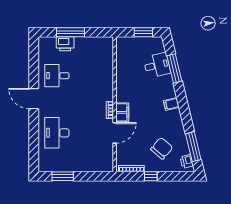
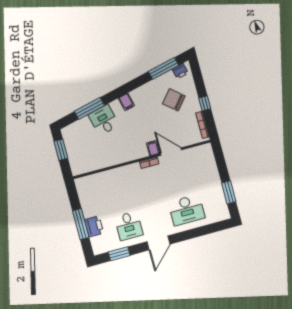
window: (34, 60) -> (119, 254), added
desk: (157, 65) -> (104, 120), moved
filing cabinet: (122, 112) -> (153, 148), width x0.50

